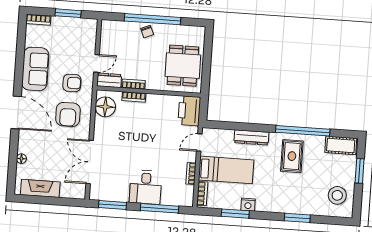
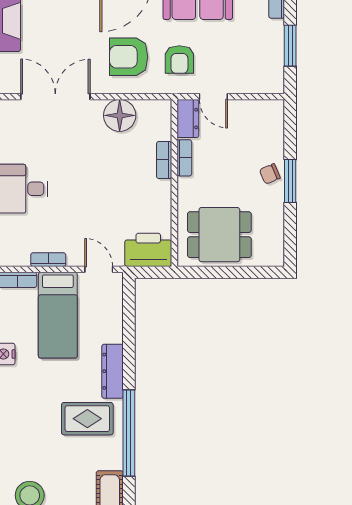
window: (153, 19) -> (290, 181), width x0.47
floor lamp: (105, 107) -> (120, 115), moved
dresser: (251, 137) -> (113, 371), moved

